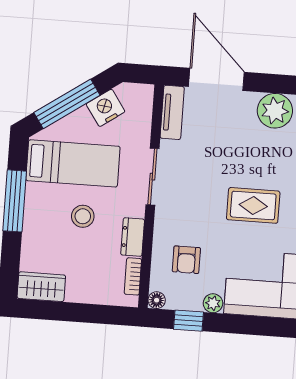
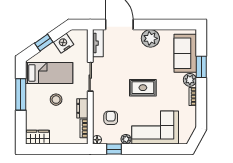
window: (67, 104) -> (44, 43), width x0.46
armchair: (186, 260) -> (111, 118), turned 180

